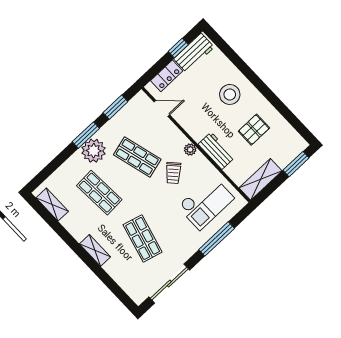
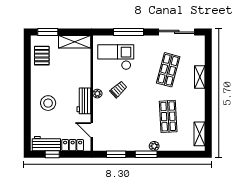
pallet: (254, 130) -> (42, 56), moved, turned 90
plant: (94, 151) -> (154, 146), width x0.53, depth x0.53
workbench: (216, 151) -> (84, 101), moved
shop shelf: (137, 157) -> (130, 116), removed
shelving: (95, 250) -> (200, 77), moved

